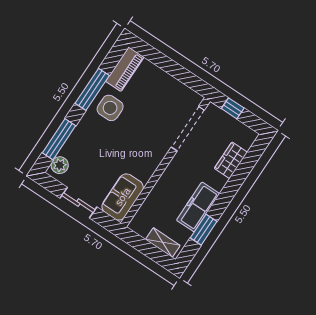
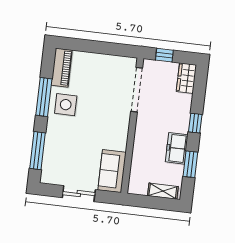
wardrobe: (231, 160) -> (186, 78), moved
plant: (60, 165) -> (49, 171), removed
window: (229, 191) -> (195, 123), added
freezer: (198, 207) -> (177, 148), width x0.71

